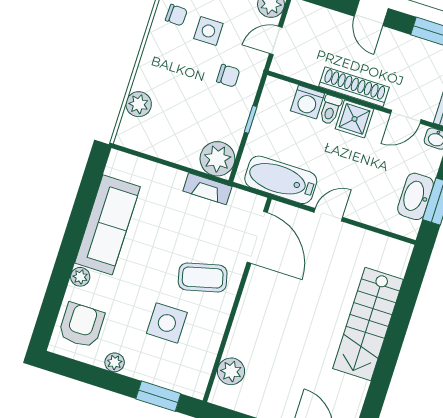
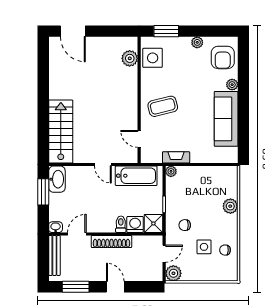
plant: (139, 104) -> (230, 206), moved
shower: (355, 119) -> (153, 223), moved
plant: (217, 159) -> (171, 171), width x0.53, depth x0.53
washbasin: (415, 196) -> (57, 179), moved
door: (328, 215) -> (103, 165), hinge flipped
door: (257, 237) -> (139, 139), width x0.53
side table: (167, 323) -> (153, 58), moved
stairs: (368, 324) -> (61, 131), moved

